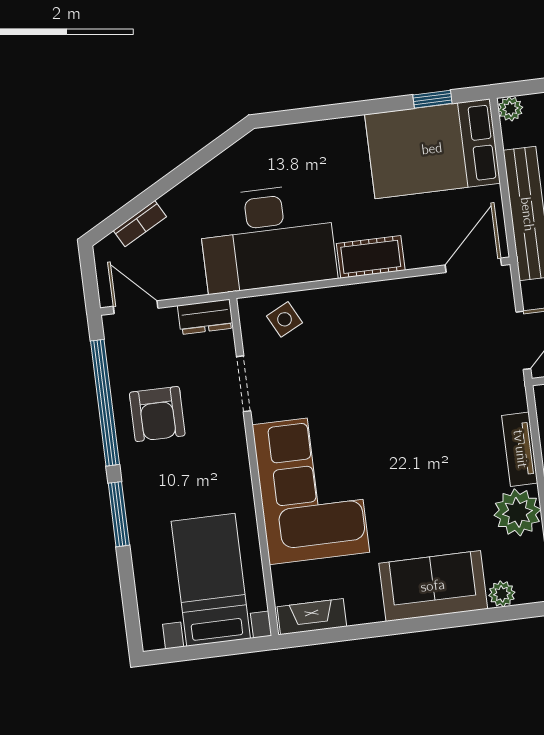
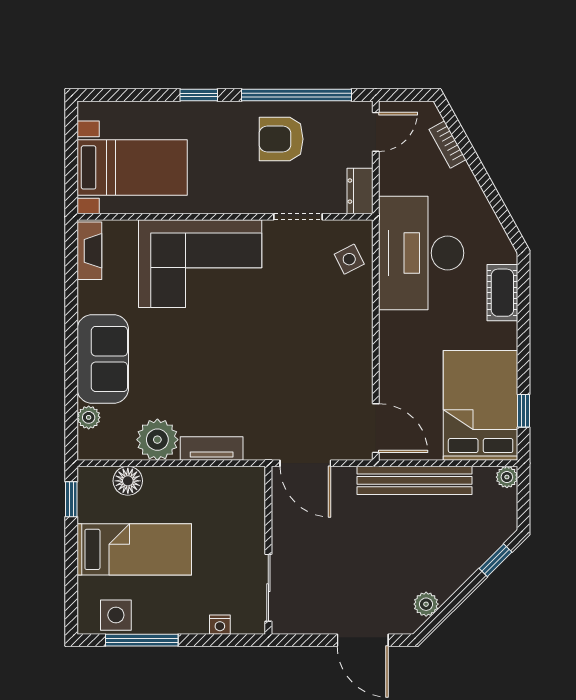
cot: (371, 257) -> (502, 293), moved
window: (119, 514) -> (199, 95), width x0.67

